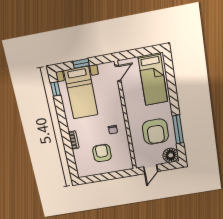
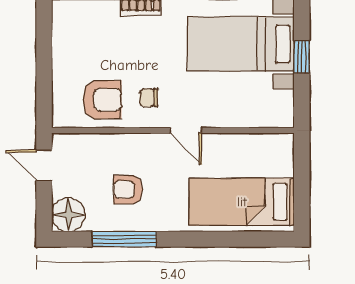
door: (118, 73) -> (186, 130), moved
armchair: (155, 132) -> (128, 190), width x0.53, depth x0.53
armchair: (102, 153) -> (102, 100), moved

